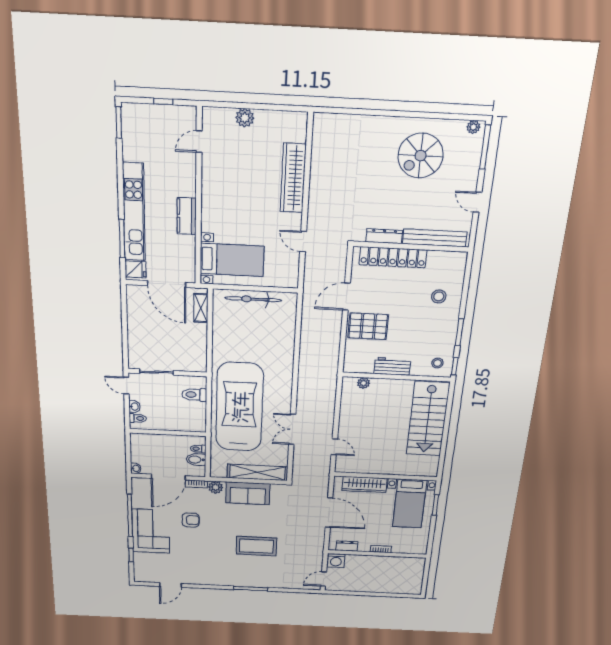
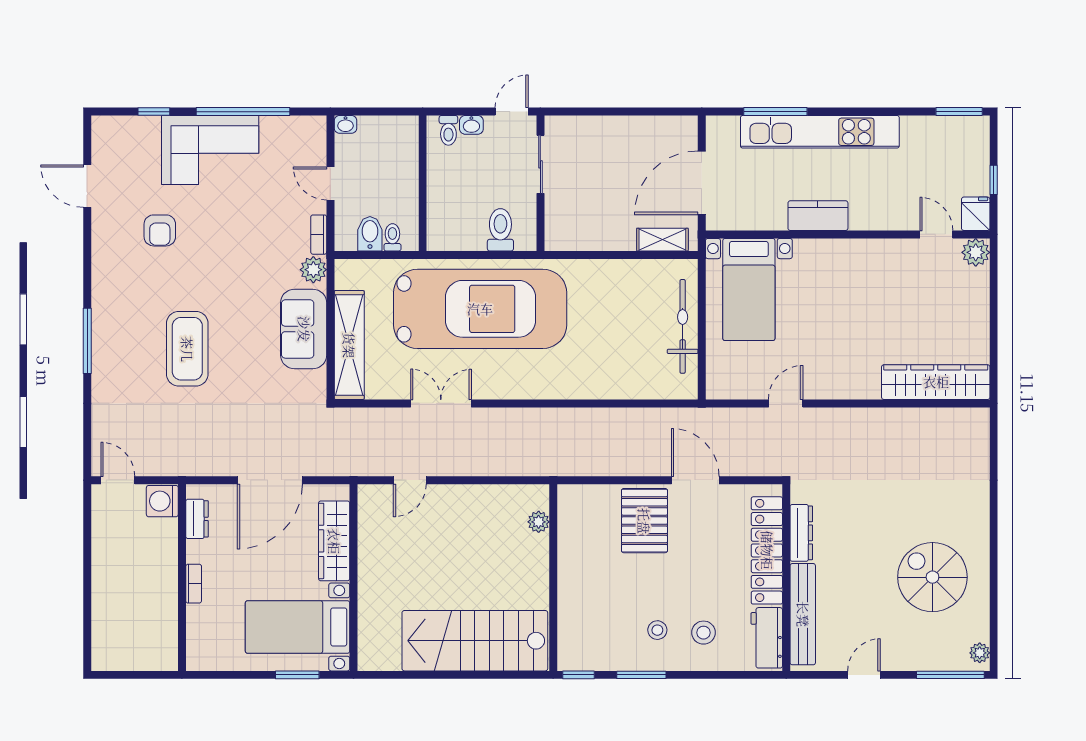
plant: (245, 118) -> (976, 252), moved
wardrobe: (293, 178) -> (936, 382), moved
fridge: (136, 269) -> (976, 214), moved, turned 180
stool: (437, 363) -> (657, 630), moved
workbench: (392, 366) -> (767, 638), moved, turned 180
door: (168, 477) -> (330, 183), width x0.53
armchair: (191, 520) -> (160, 230), moved

